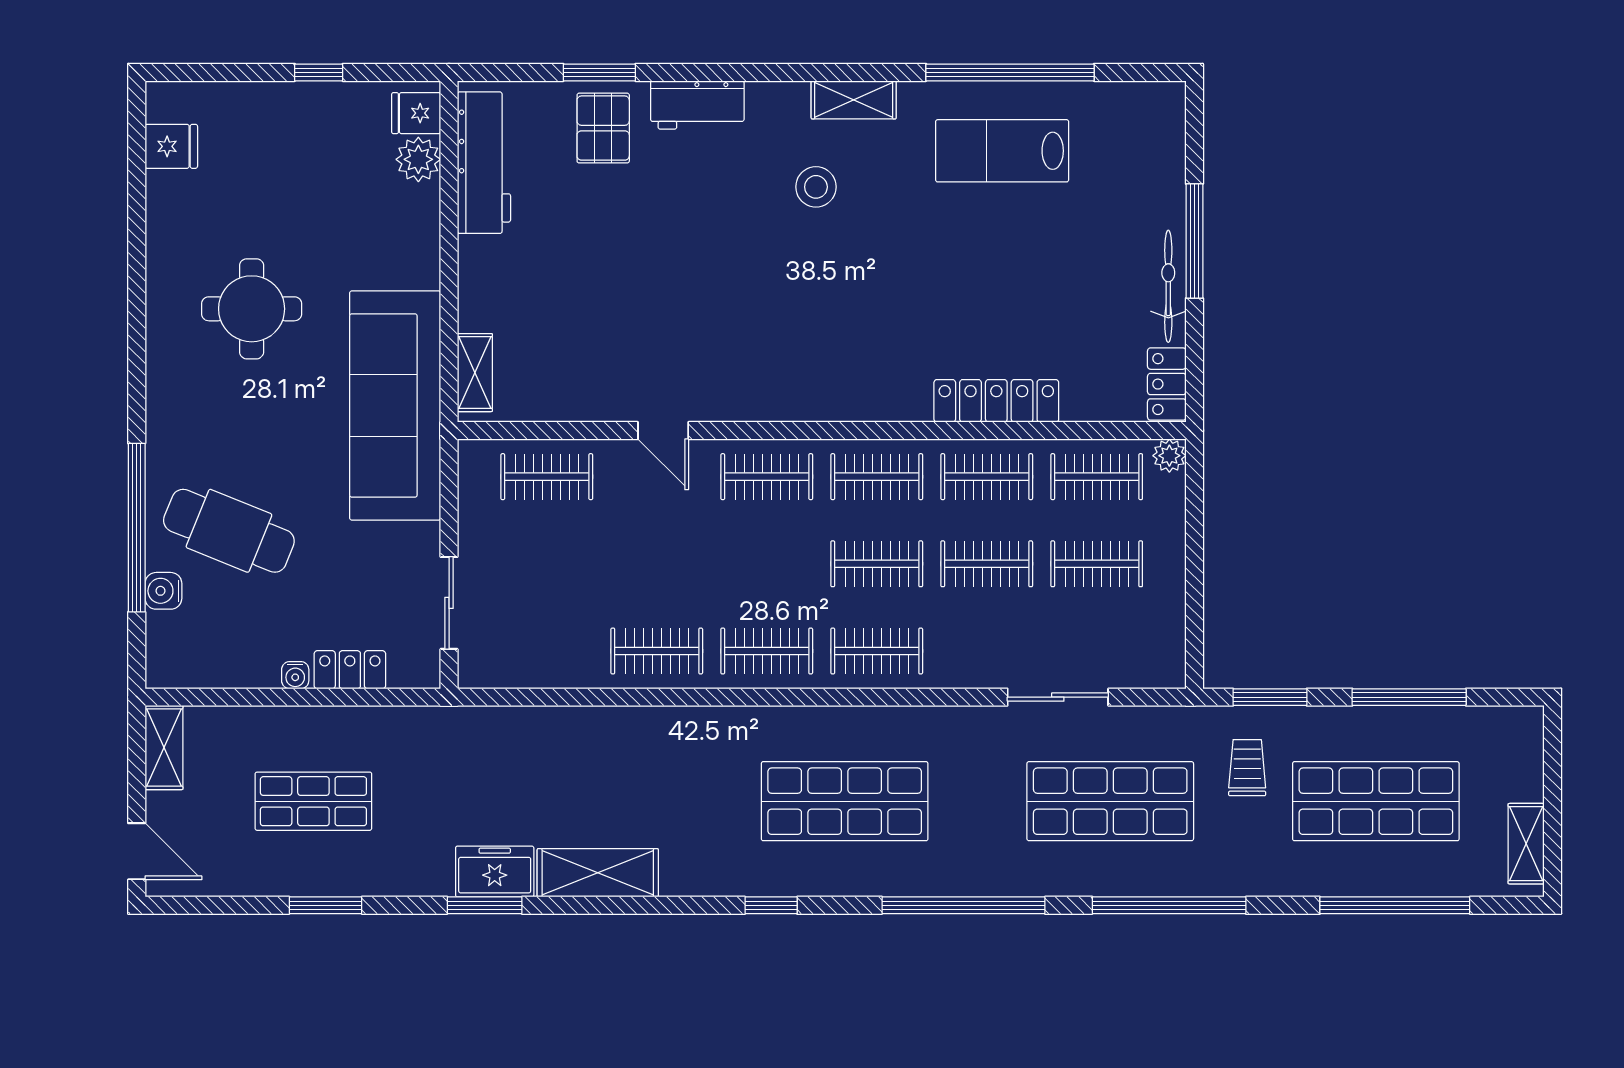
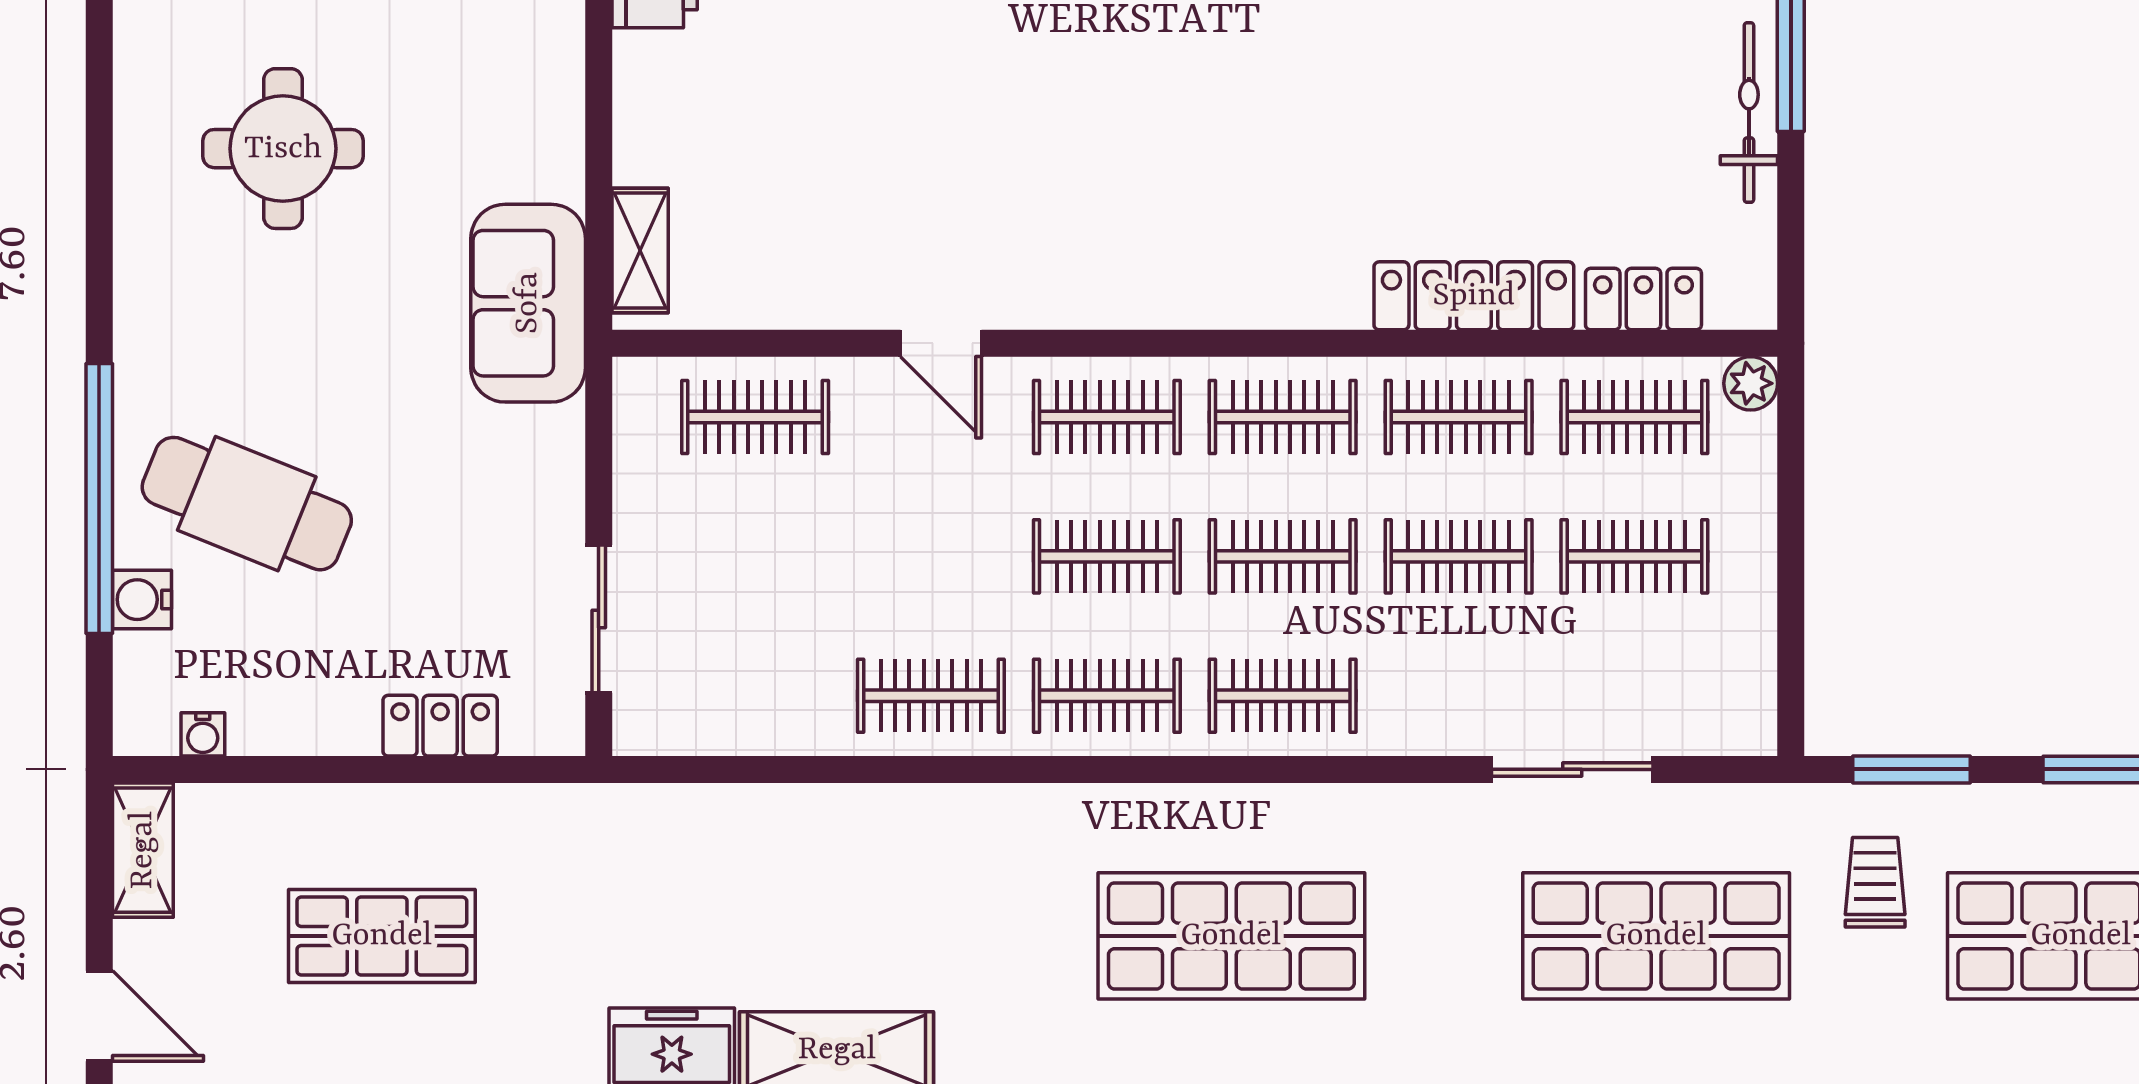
locker: (1167, 384) -> (1643, 299), moved, turned 90
sofa: (395, 405) -> (528, 303), width x0.54, depth x0.79
clothes rail: (767, 564) -> (1107, 556), added
water cooler: (295, 675) -> (203, 734), moved

